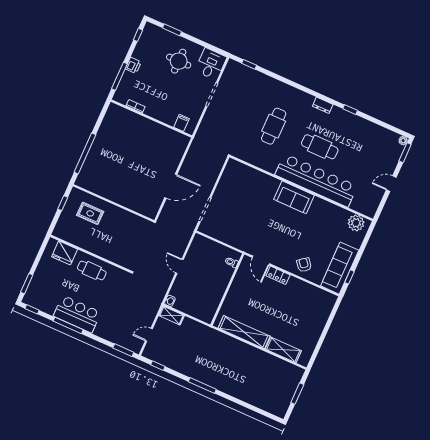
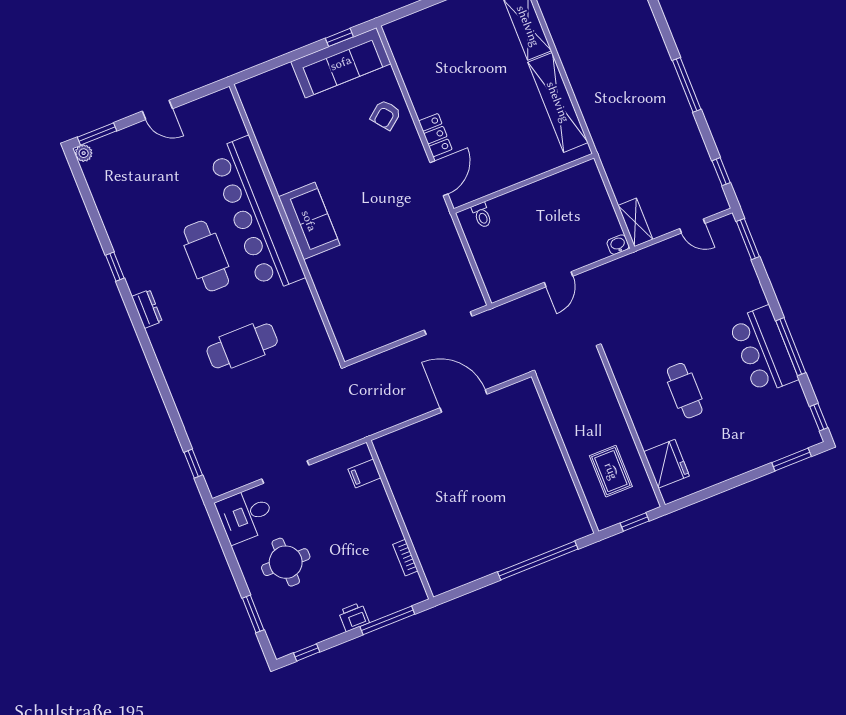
plant: (356, 223) -> (258, 103), removed
fridge: (65, 253) -> (666, 464), moved
wall: (91, 254) -> (632, 428), moved

